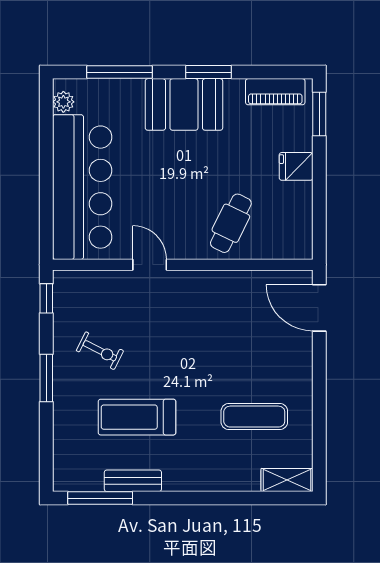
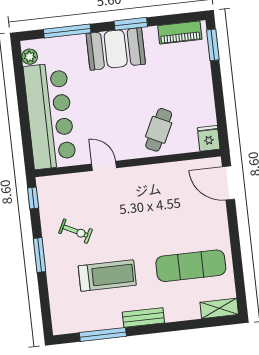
fridge: (296, 166) -> (209, 138), moved, turned 90
treadmill: (137, 417) -> (107, 276), turned 180
exercise mat: (254, 417) -> (191, 266), width x1.36, depth x1.45
bench: (133, 481) -> (143, 317), moved
window: (100, 498) -> (103, 334), moved

